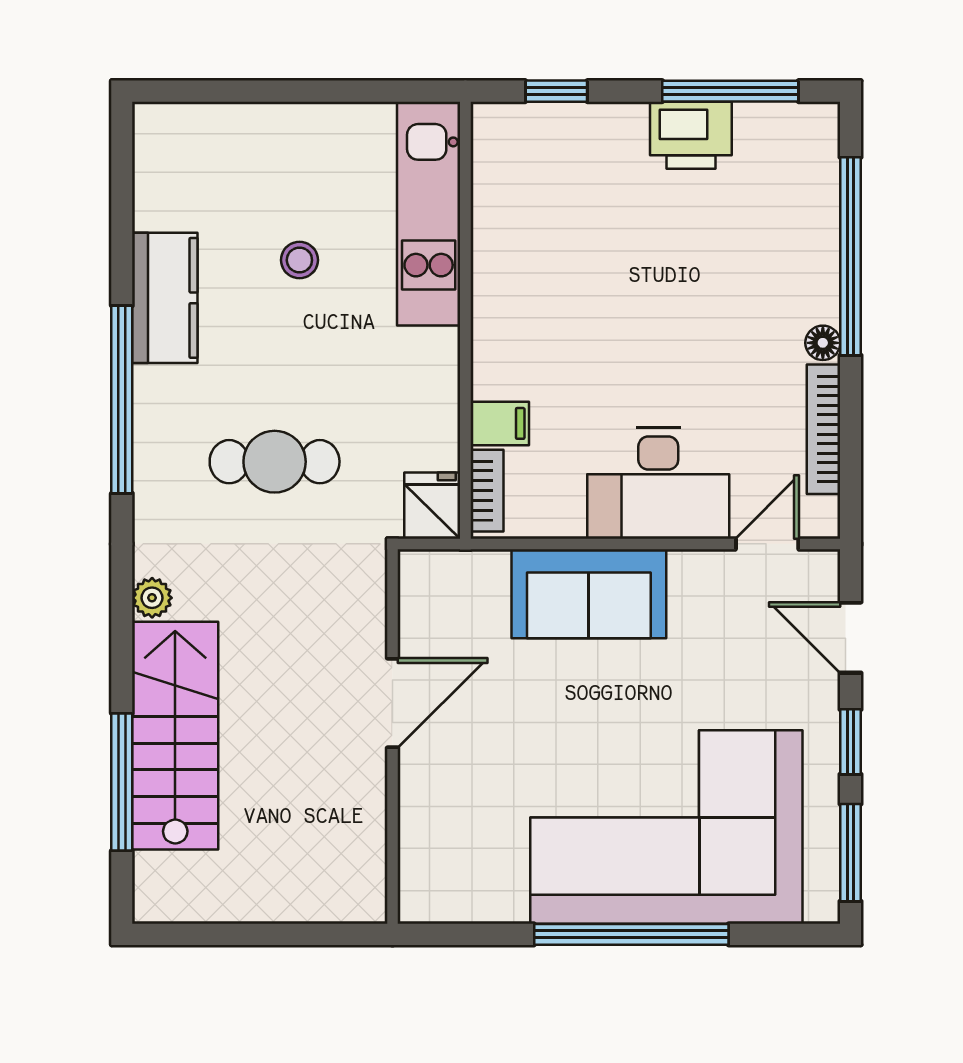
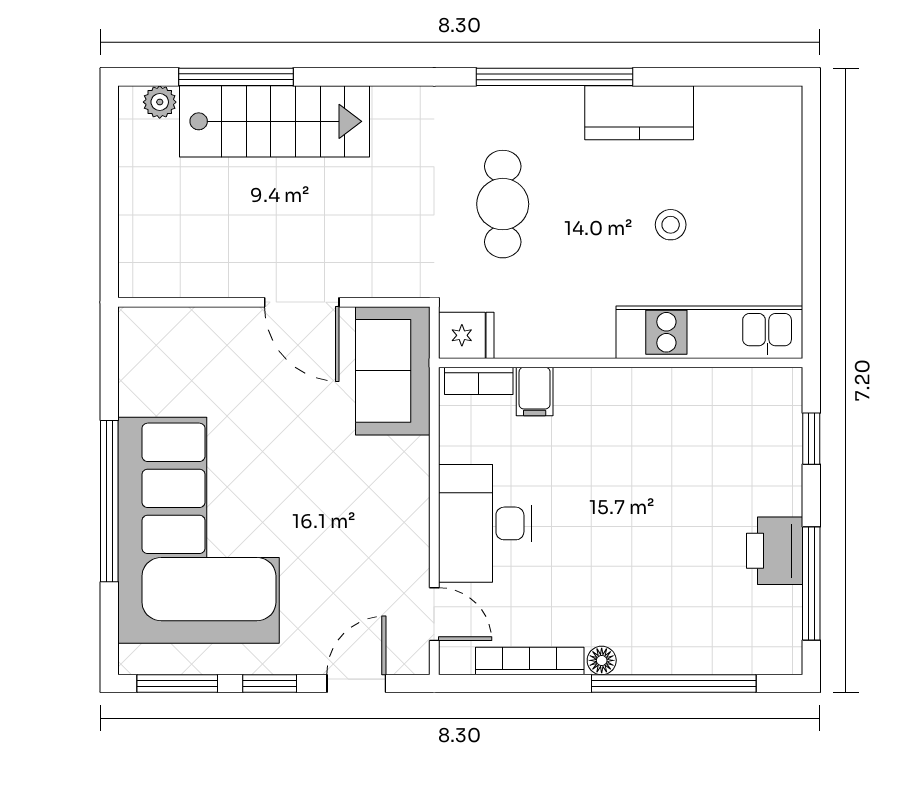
sofa: (589, 594) -> (393, 371), moved
plant: (152, 598) -> (160, 102), moved

